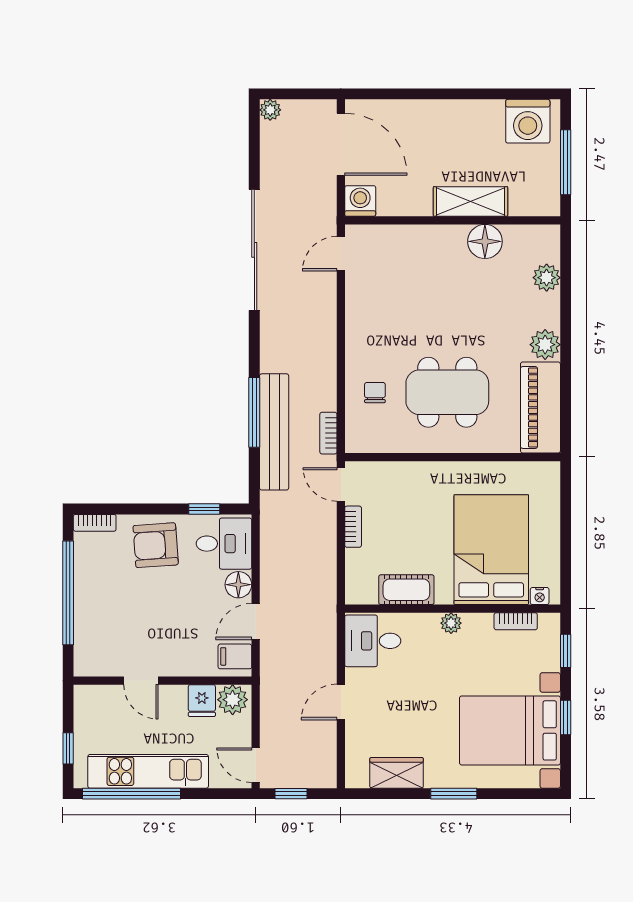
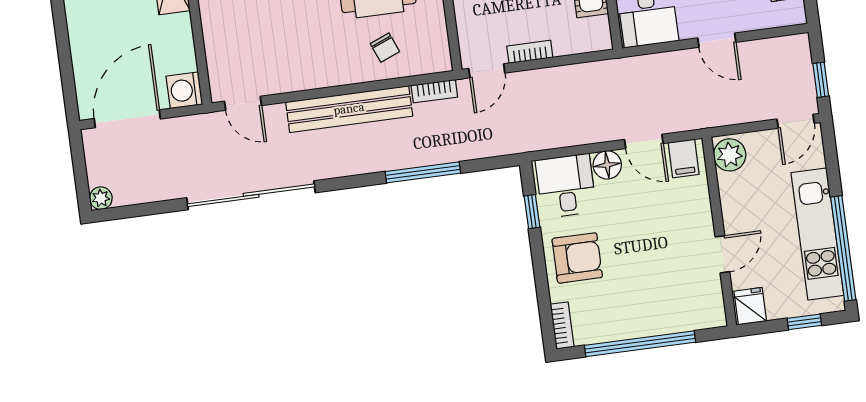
chair: (375, 393) -> (385, 48), turned -112
bench: (274, 432) -> (349, 109), moved
armchair: (156, 545) -> (577, 258), turned -86
fridge: (202, 701) -> (750, 306), moved, turned -90

